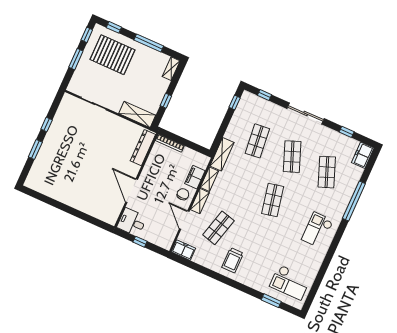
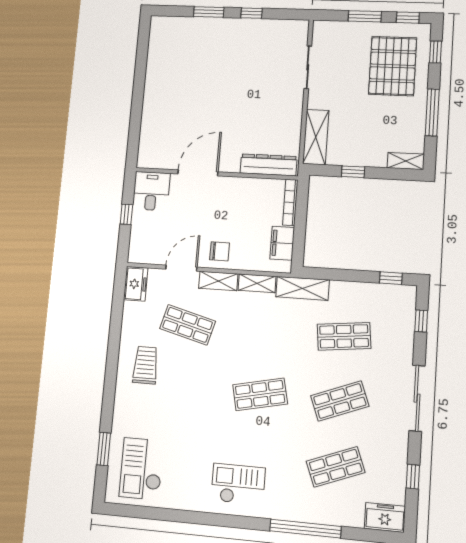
filing cabinet: (195, 177) -> (282, 243), moved, turned -90
trolley: (233, 260) -> (146, 365), turned 90

